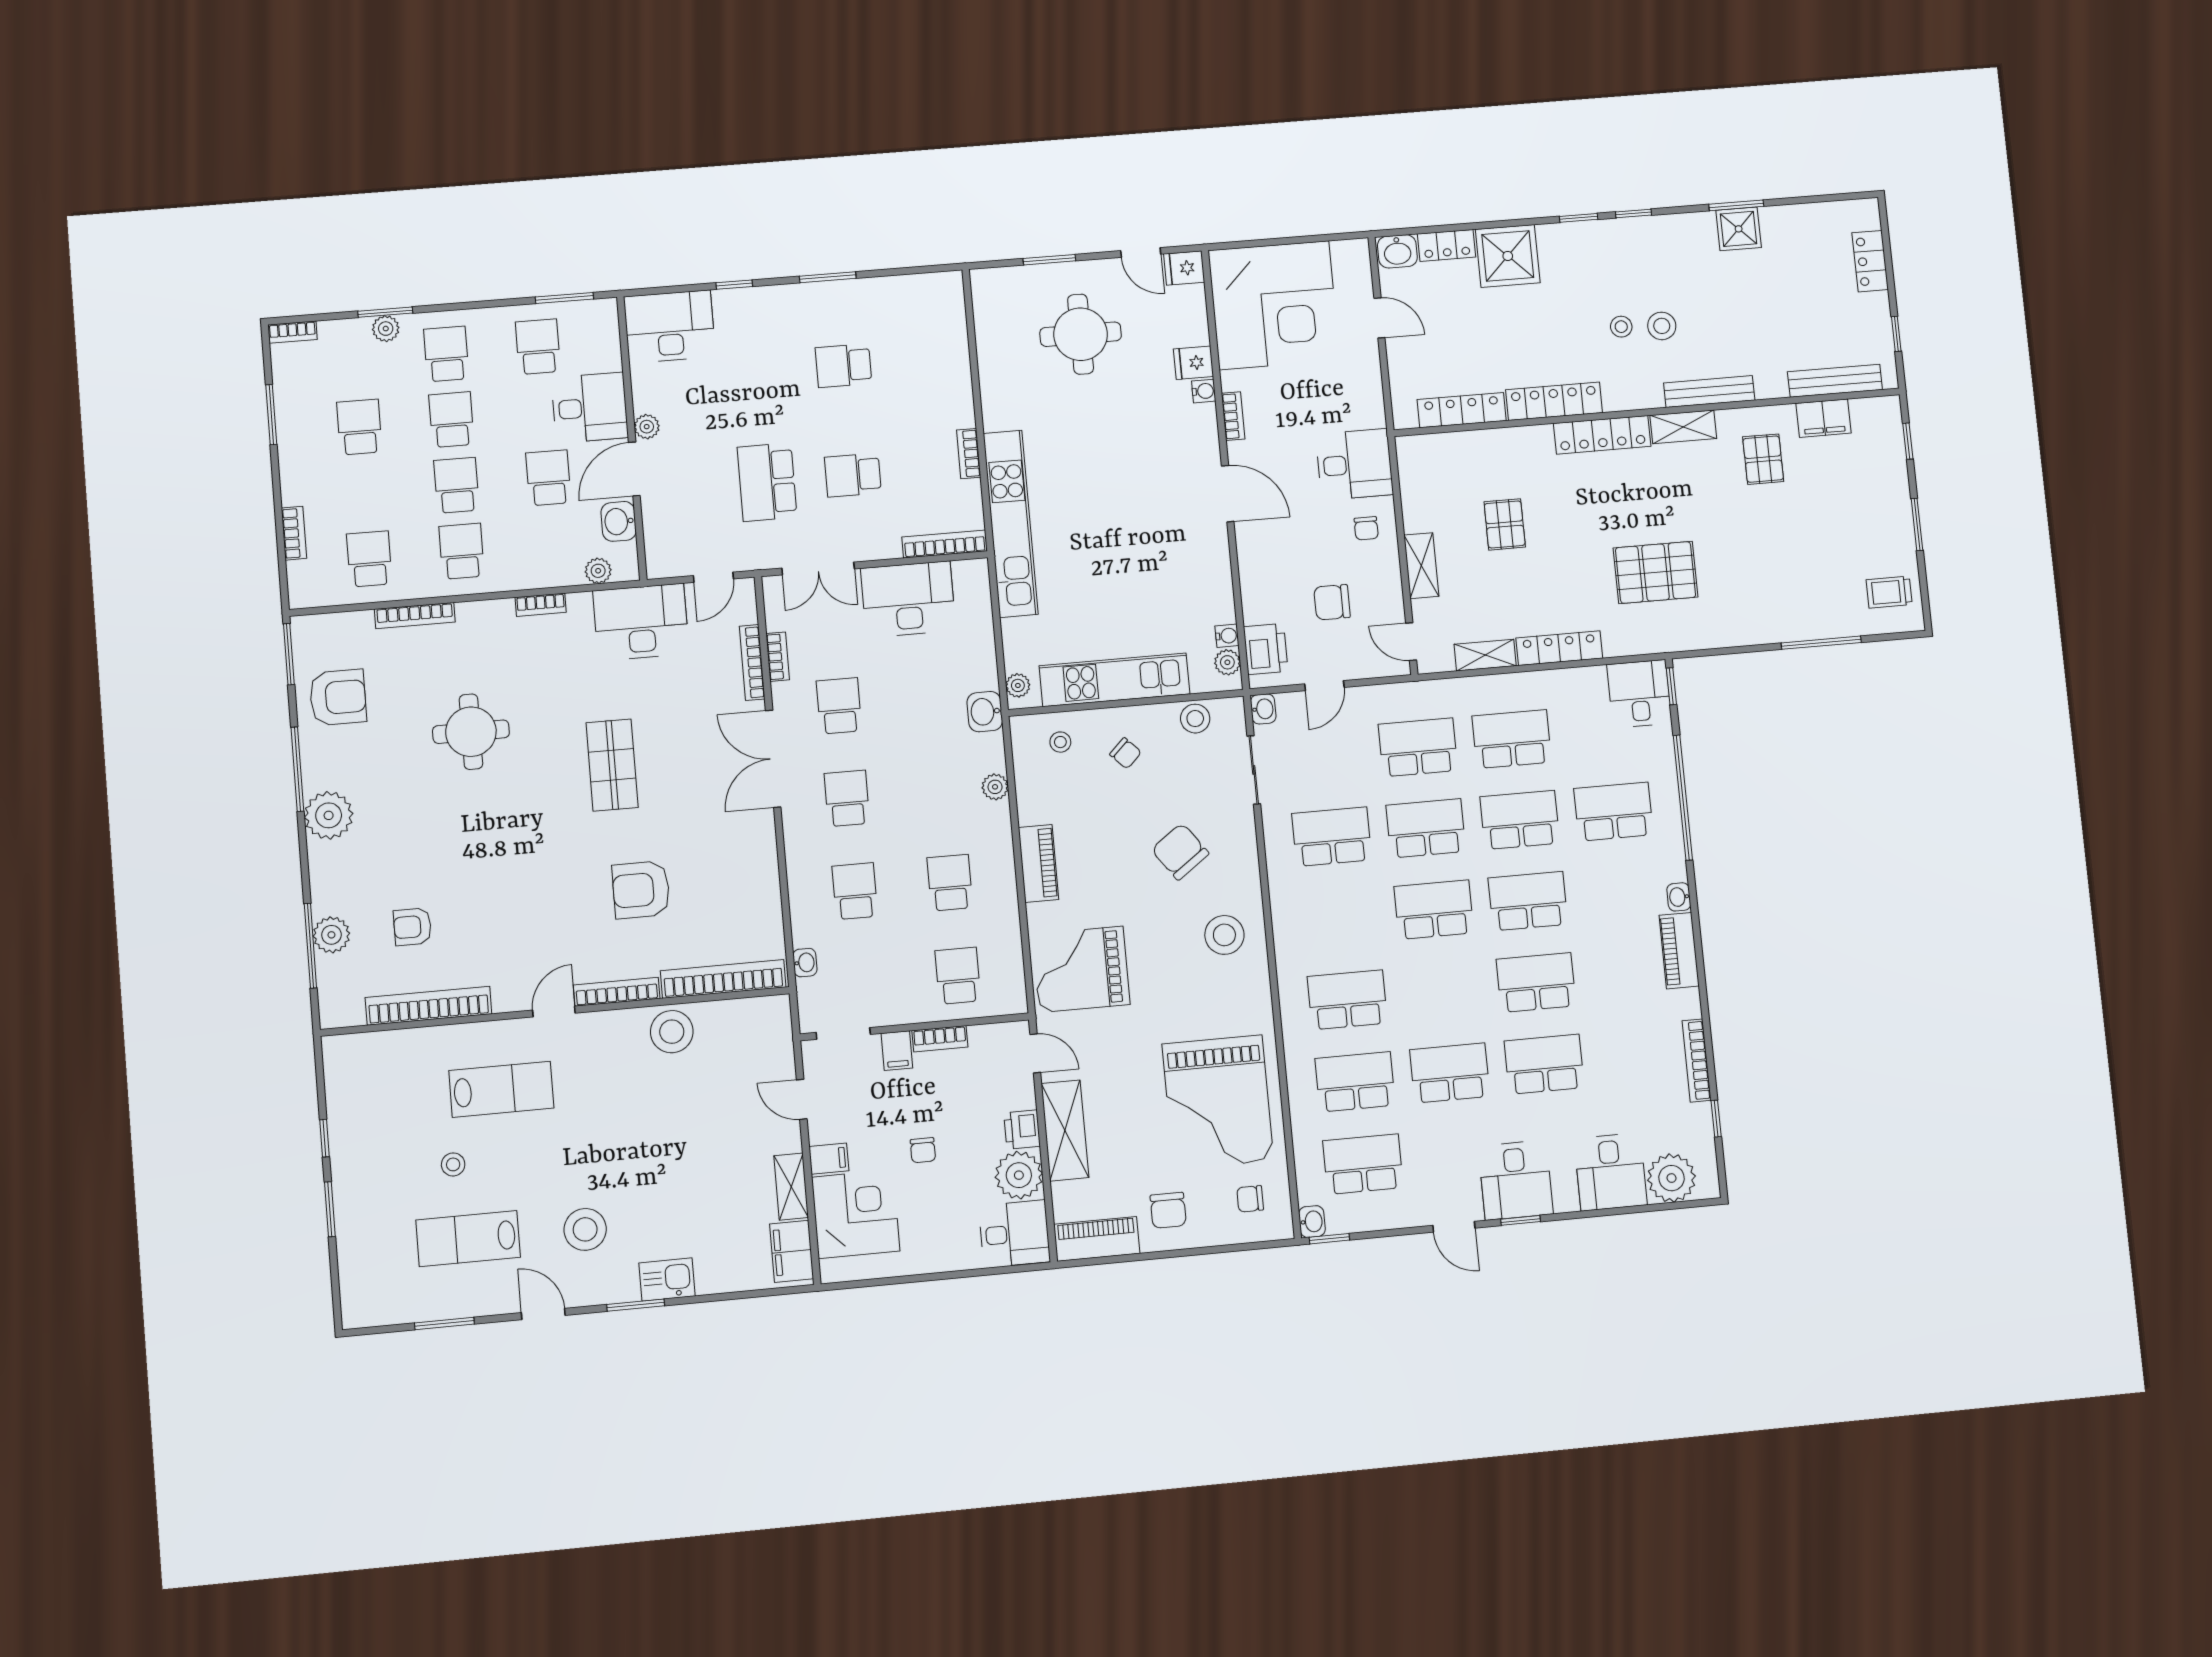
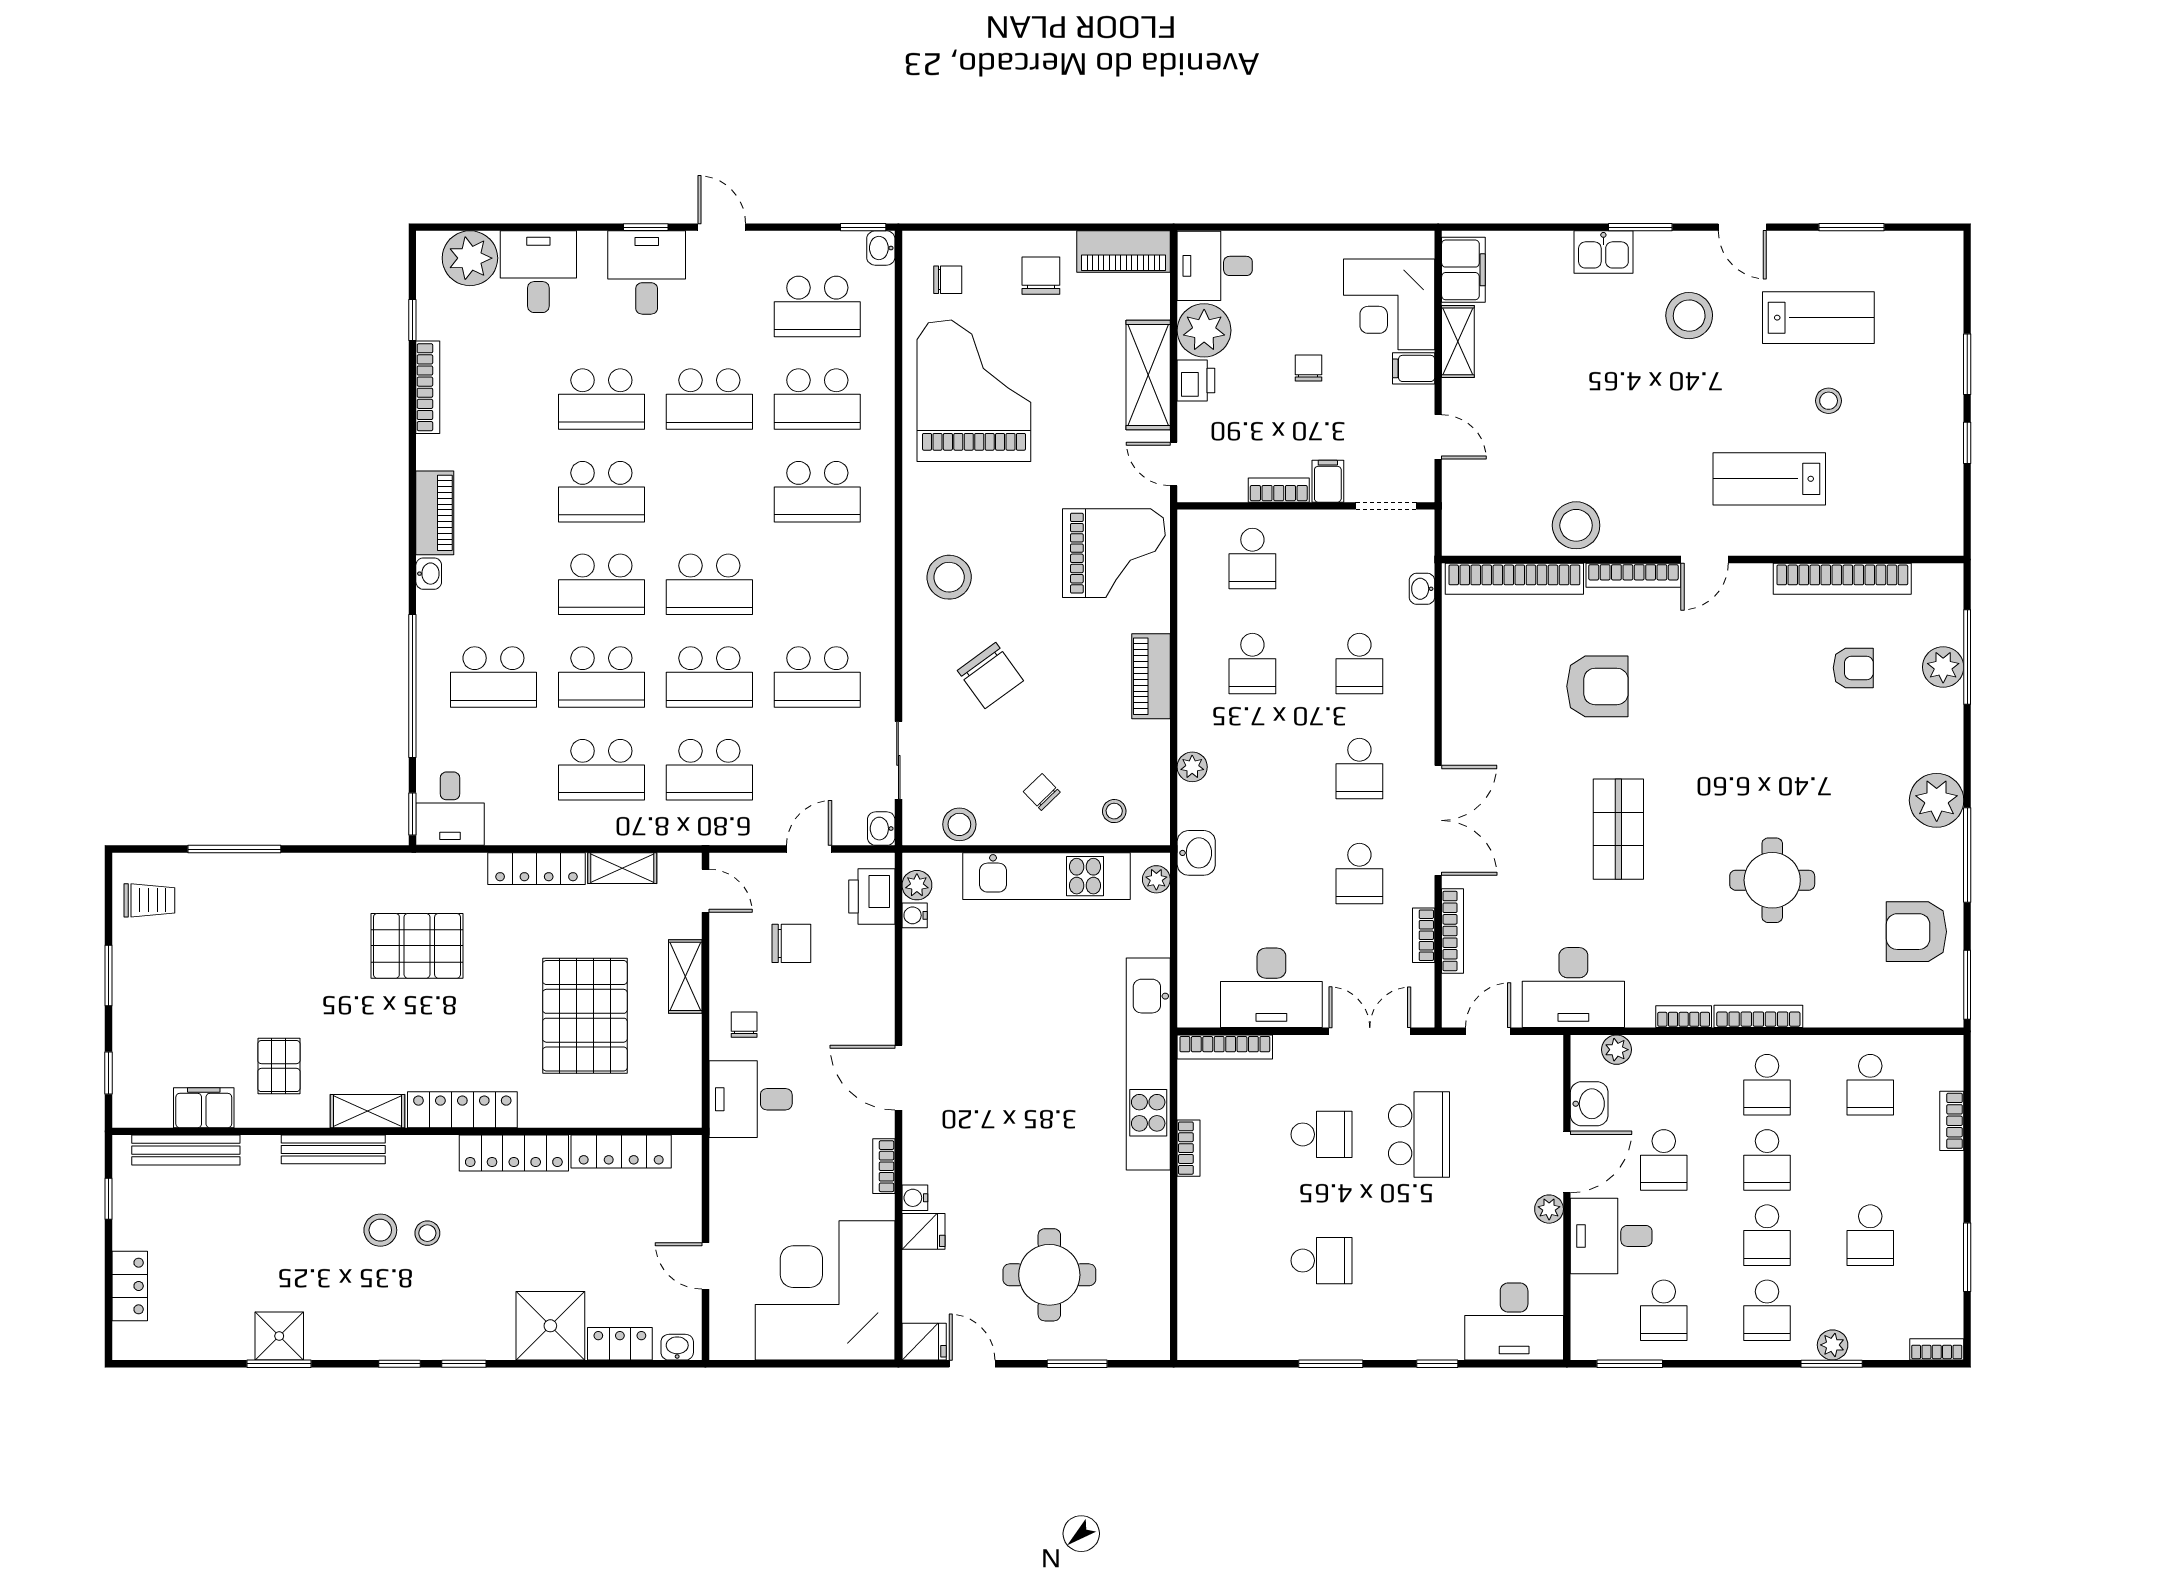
washbasin: (1397, 251) -> (677, 1347), width x0.72, depth x0.69
pallet: (1505, 524) -> (585, 1016), width x2.05, depth x2.00
bookcase: (415, 616) -> (1758, 1016), moved

